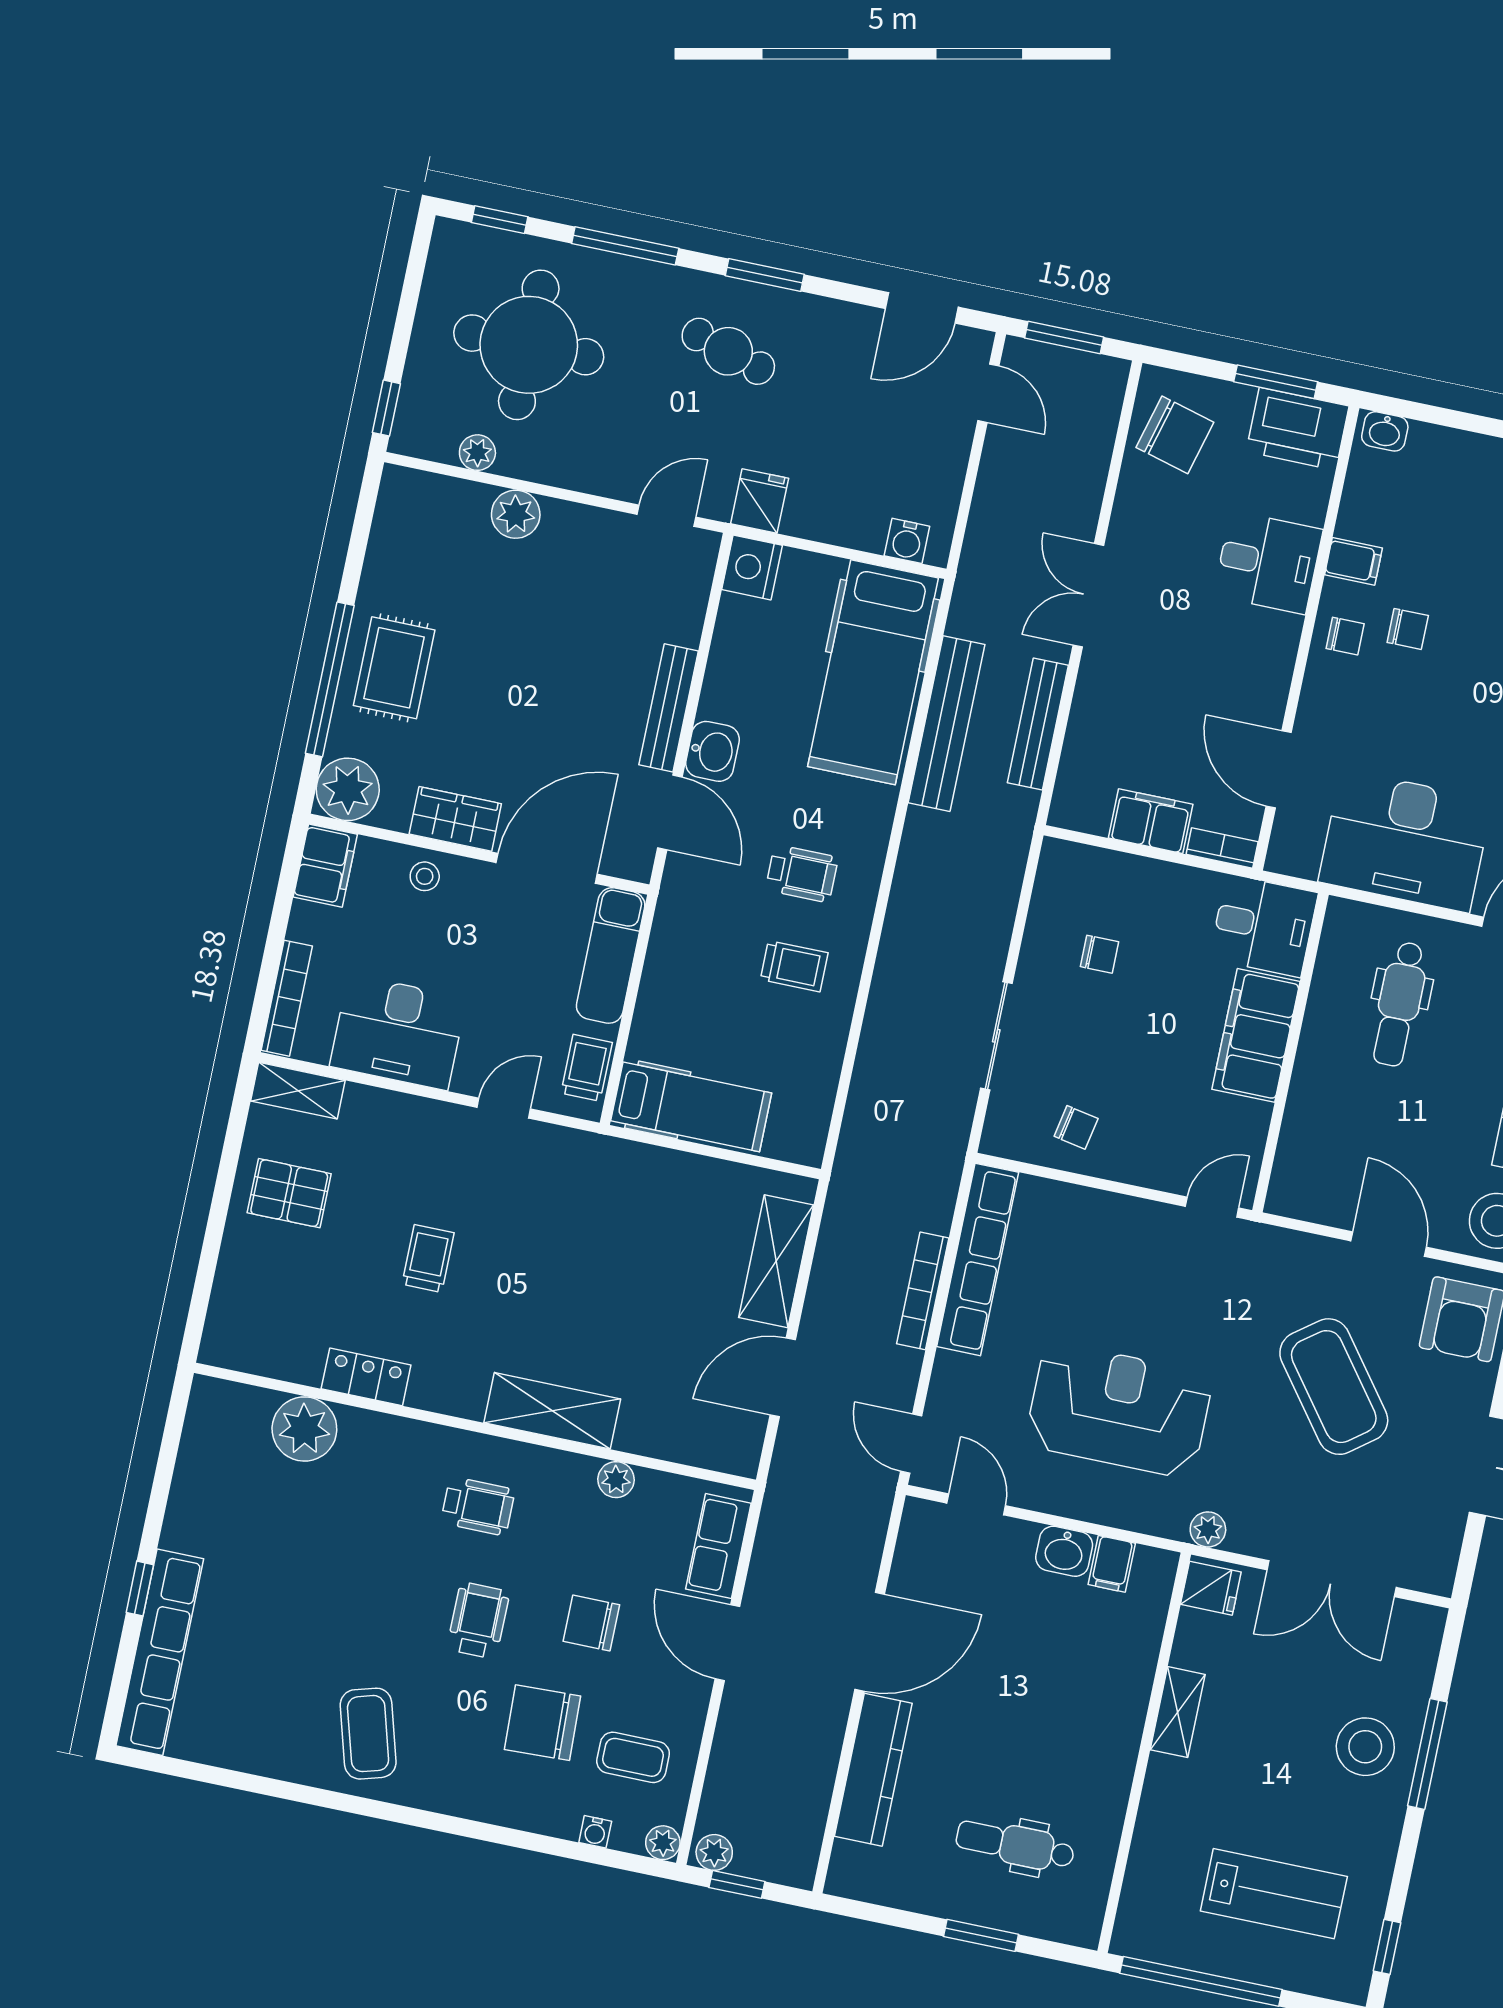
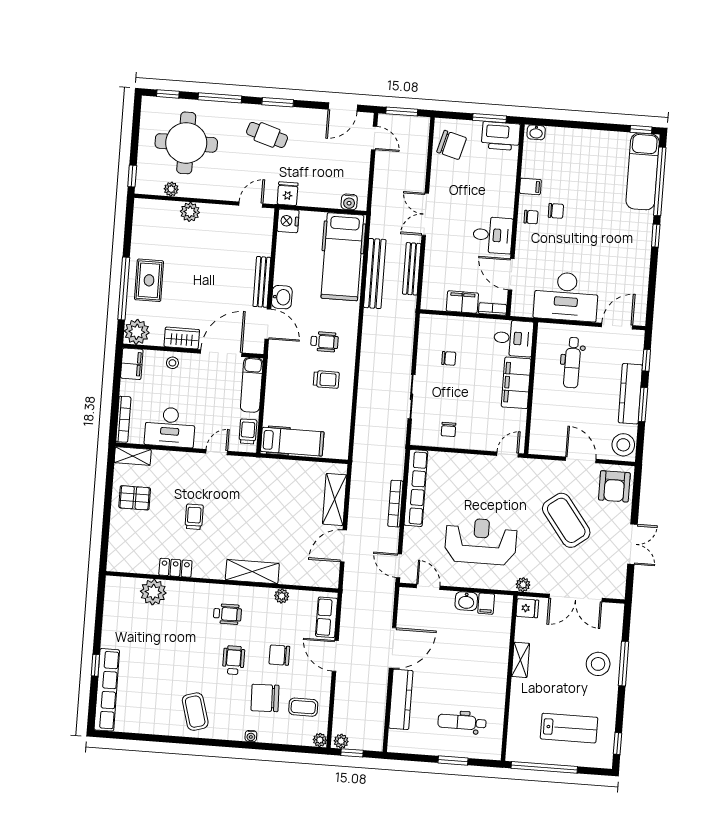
desk: (1268, 563) -> (493, 235), moved
chair: (1076, 1127) -> (449, 430), turned 79
water cooler: (595, 1832) -> (251, 736), moved

